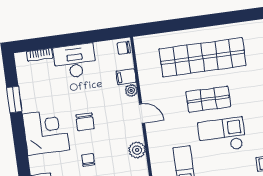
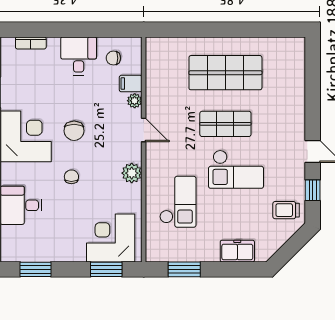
chair: (124, 48) -> (113, 58), moved
shop shelf: (203, 57) -> (225, 73), width x0.71
desk: (75, 61) -> (79, 56), width x0.73
checkout: (222, 135) -> (236, 169), turned 180

